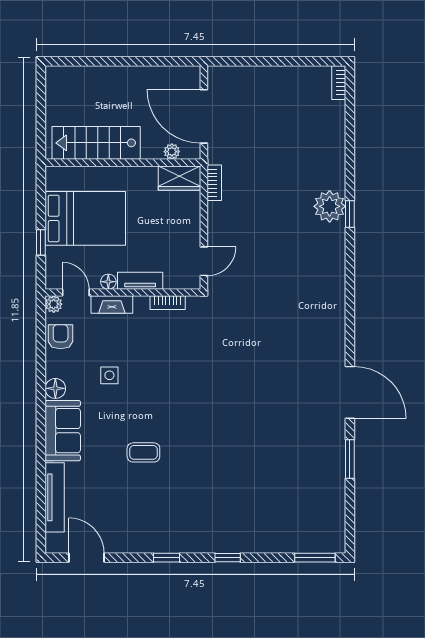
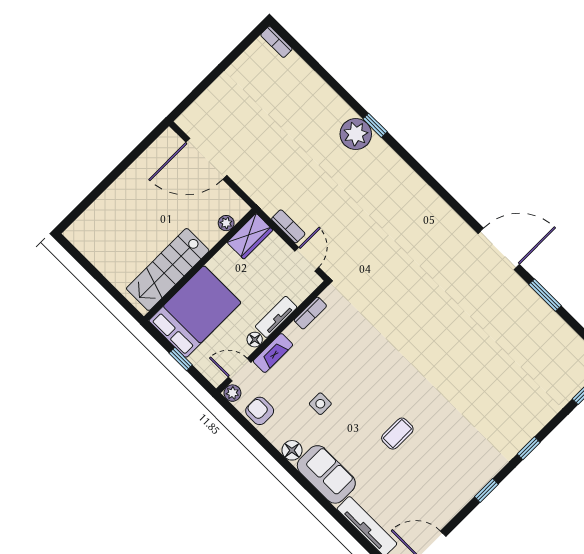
stairs: (96, 143) -> (168, 269), moved
plant: (172, 152) -> (226, 223), moved
wall: (123, 163) -> (200, 265), moved
wardrobe: (180, 178) -> (250, 236), moved
bookcase: (214, 183) -> (288, 226), moved

